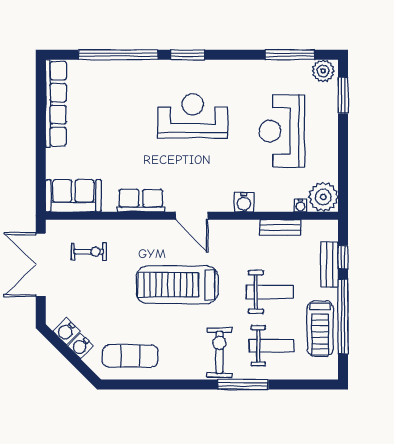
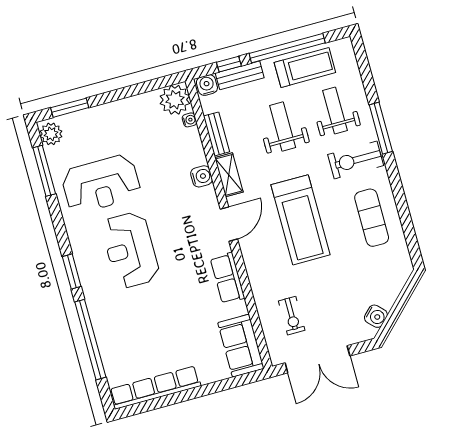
reception desk: (282, 131) -> (101, 184), moved
shelving: (238, 229) -> (229, 175), added
exercise bike: (89, 252) -> (292, 316), turned 180
water cooler: (81, 346) -> (207, 85), moved, turned -135
exercise mat: (130, 356) -> (372, 218), moved

